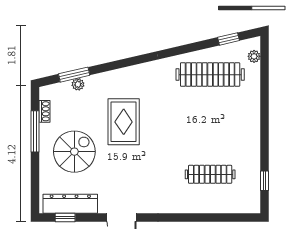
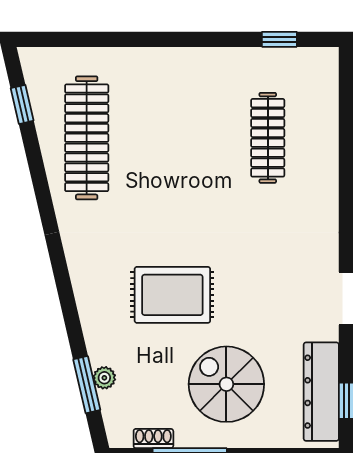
plant: (254, 56) -> (54, 58), removed

